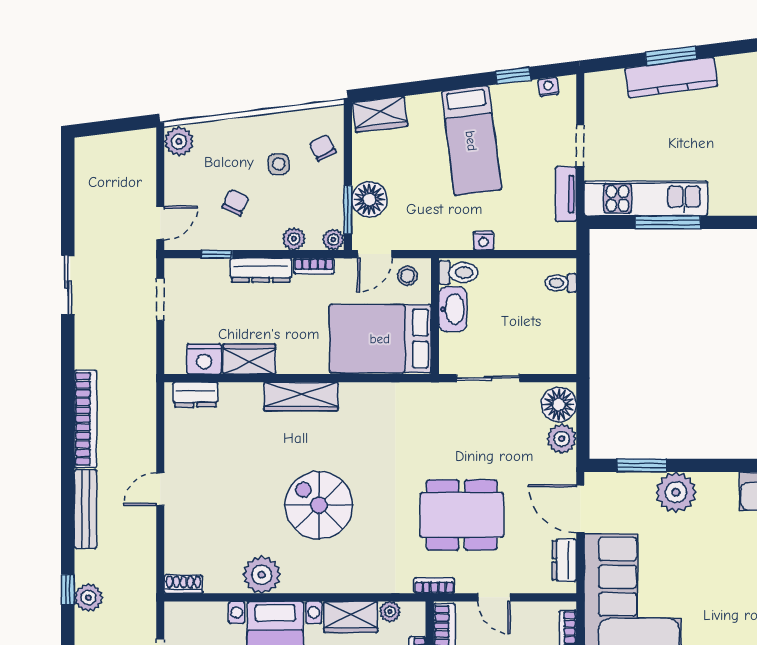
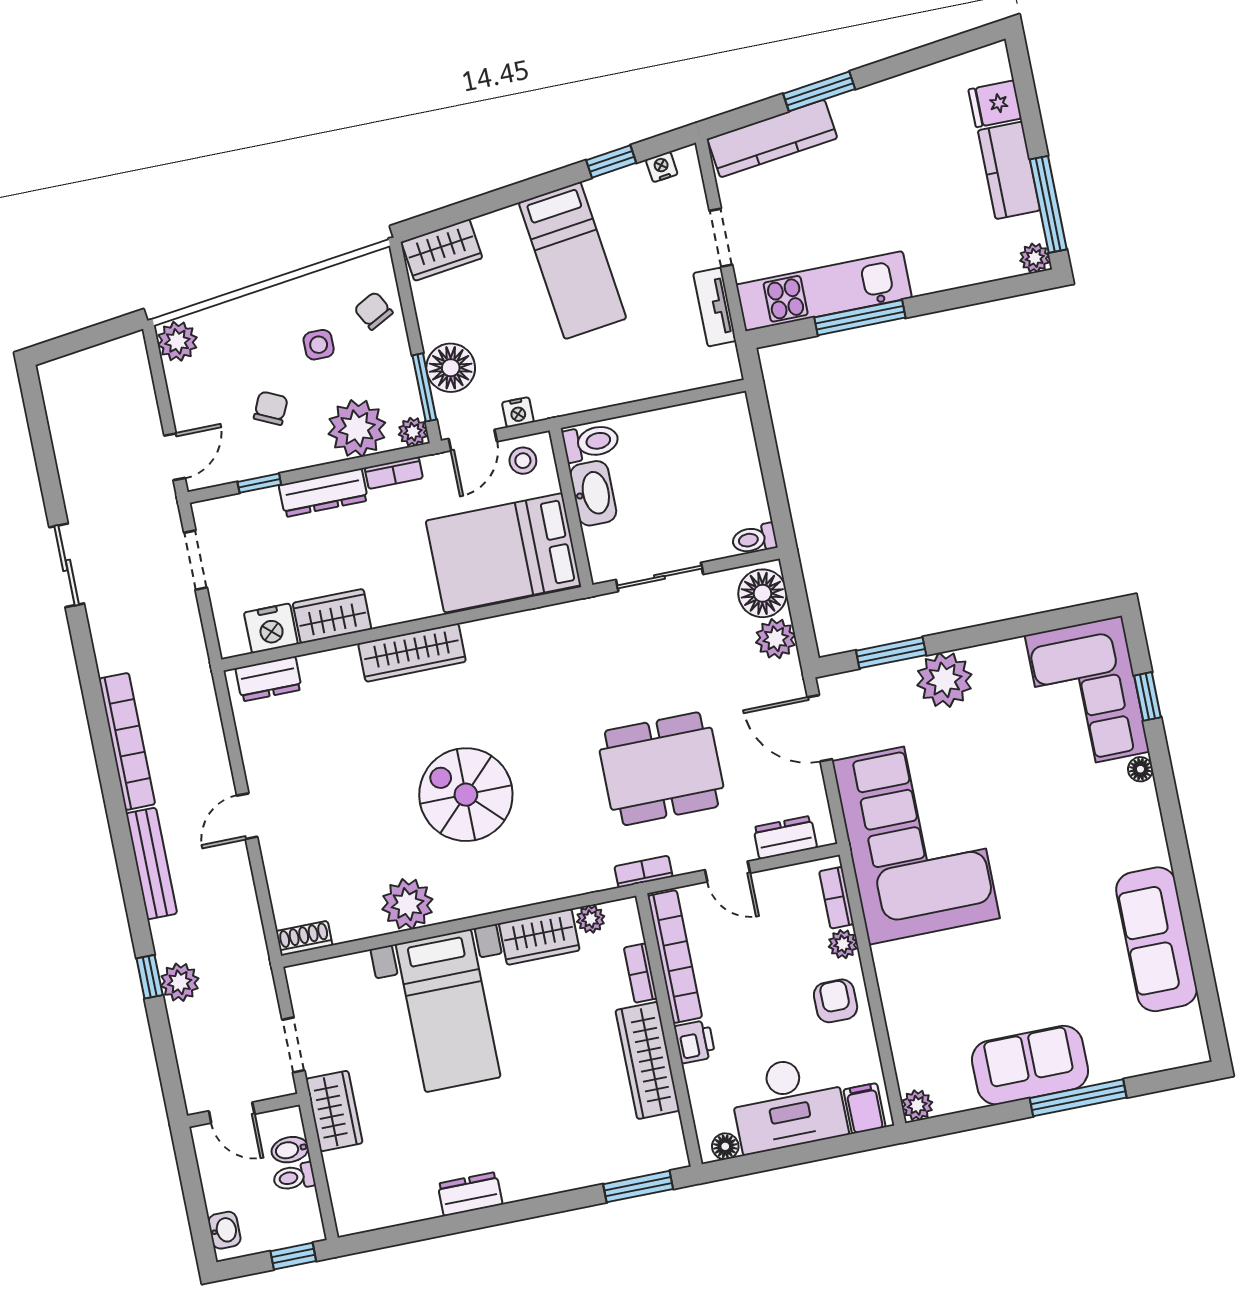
kitchen counter: (671, 77) -> (772, 139), moved
plant: (294, 239) -> (357, 428), width x1.88, depth x1.88
nightstand: (483, 241) -> (518, 412), moved
toilet: (561, 283) -> (754, 539), moved
dresser: (564, 560) -> (785, 837), moved, turned 90

